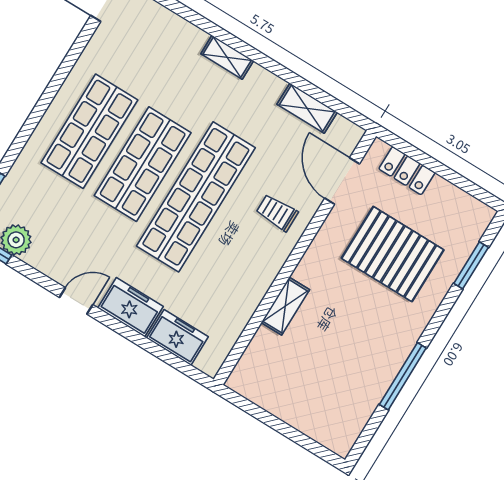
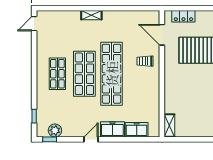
shelving: (307, 108) -> (132, 16), removed
shop shelf: (89, 131) -> (57, 74), width x0.70, depth x0.74
shelving: (285, 306) -> (169, 126), moved

